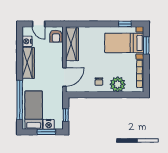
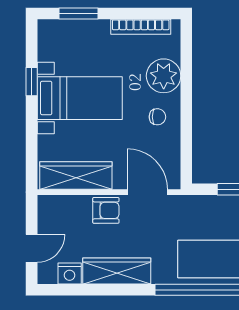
window: (125, 24) -> (32, 82), moved
armchair: (56, 36) -> (106, 210), moved
bed with nightstands: (124, 43) -> (80, 98), moved, turned -90

